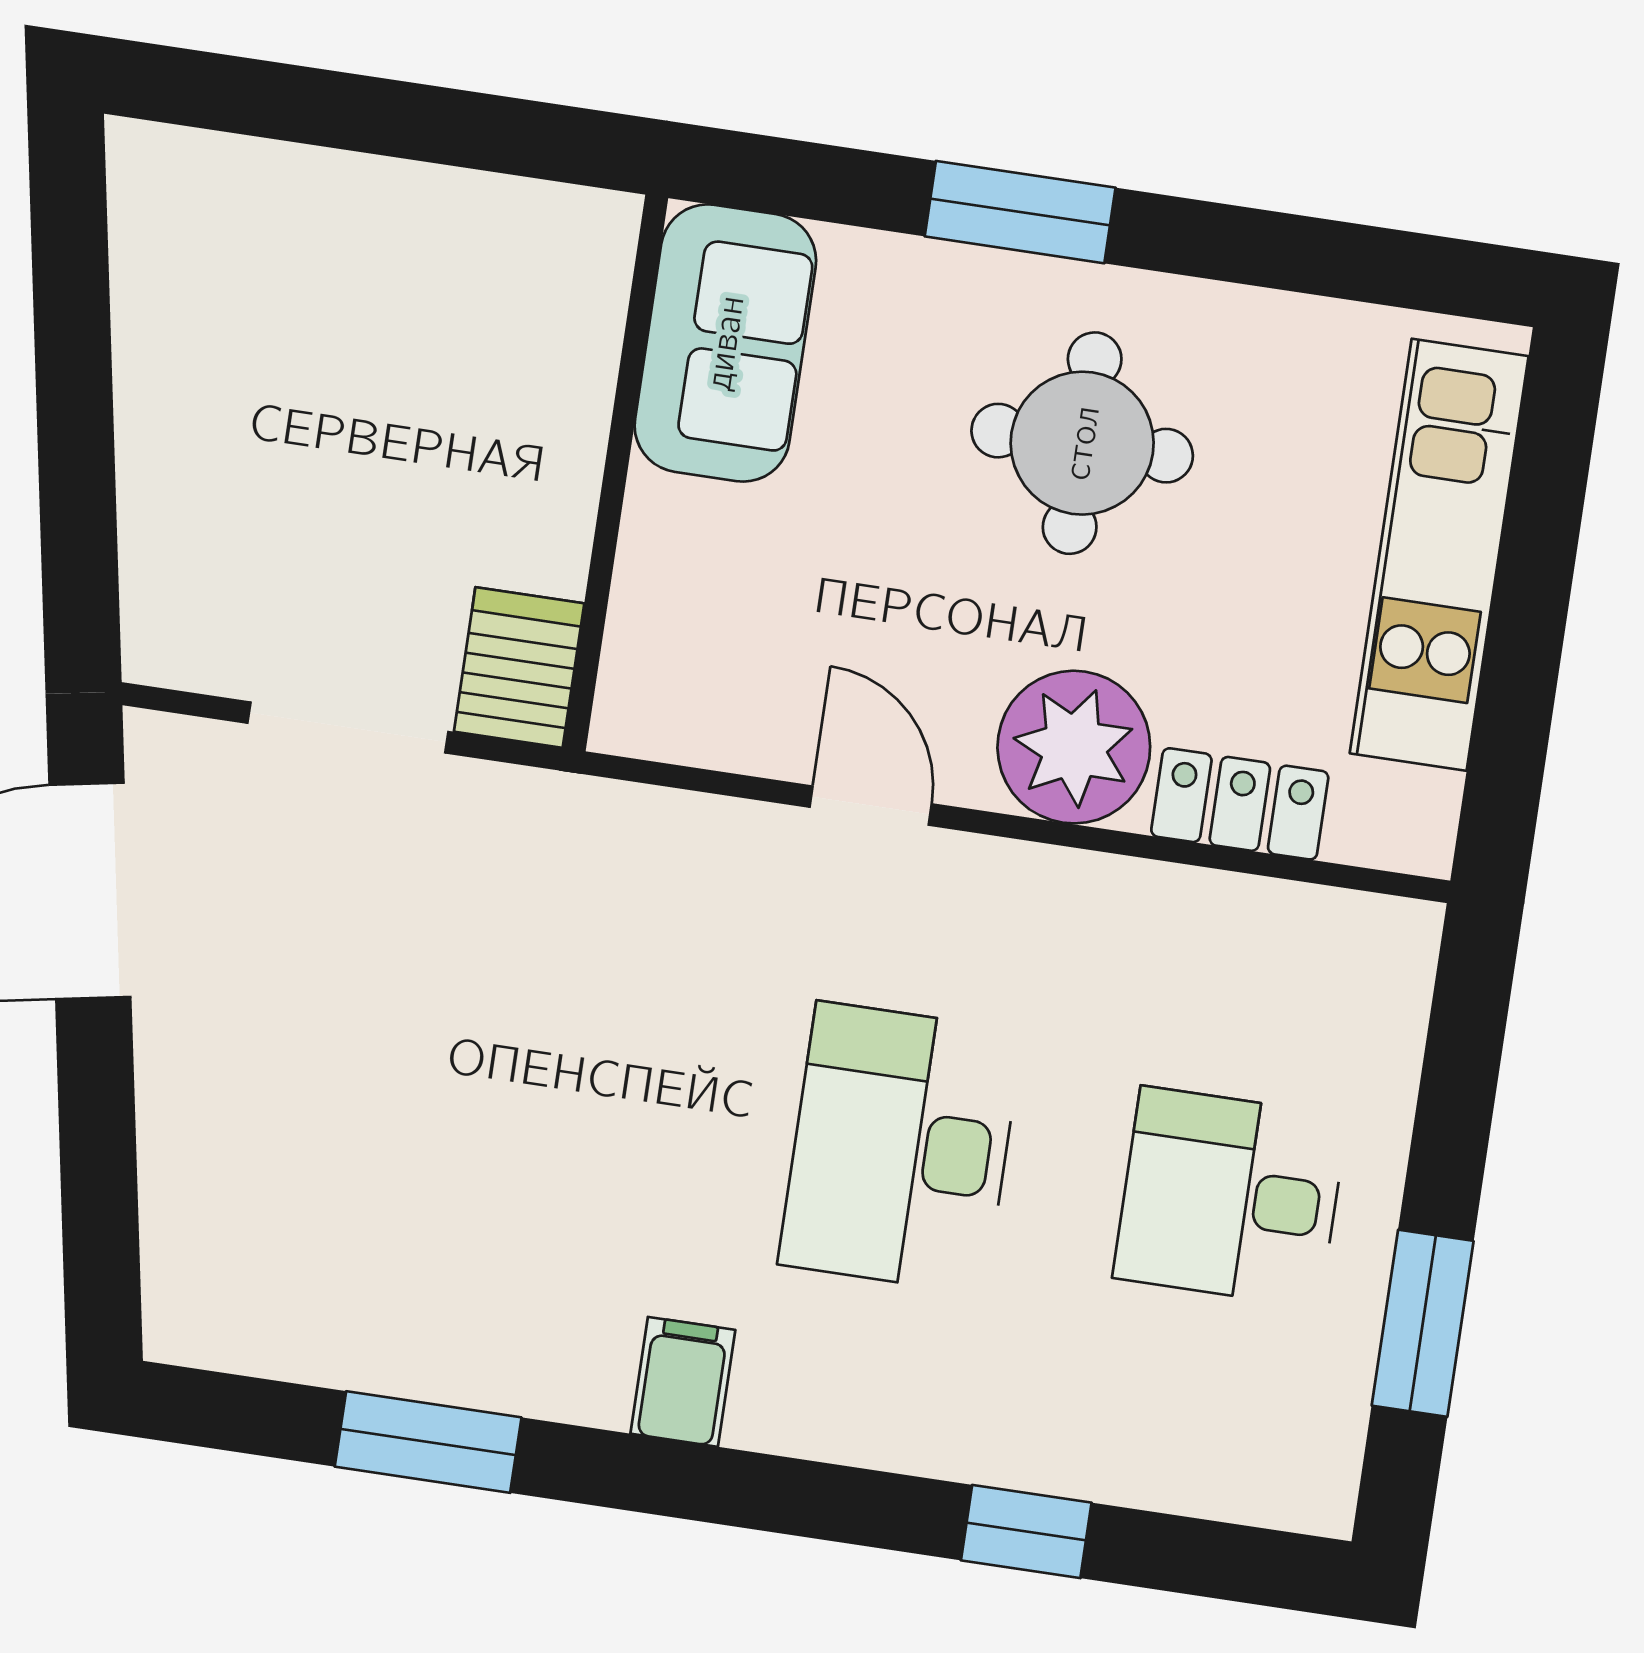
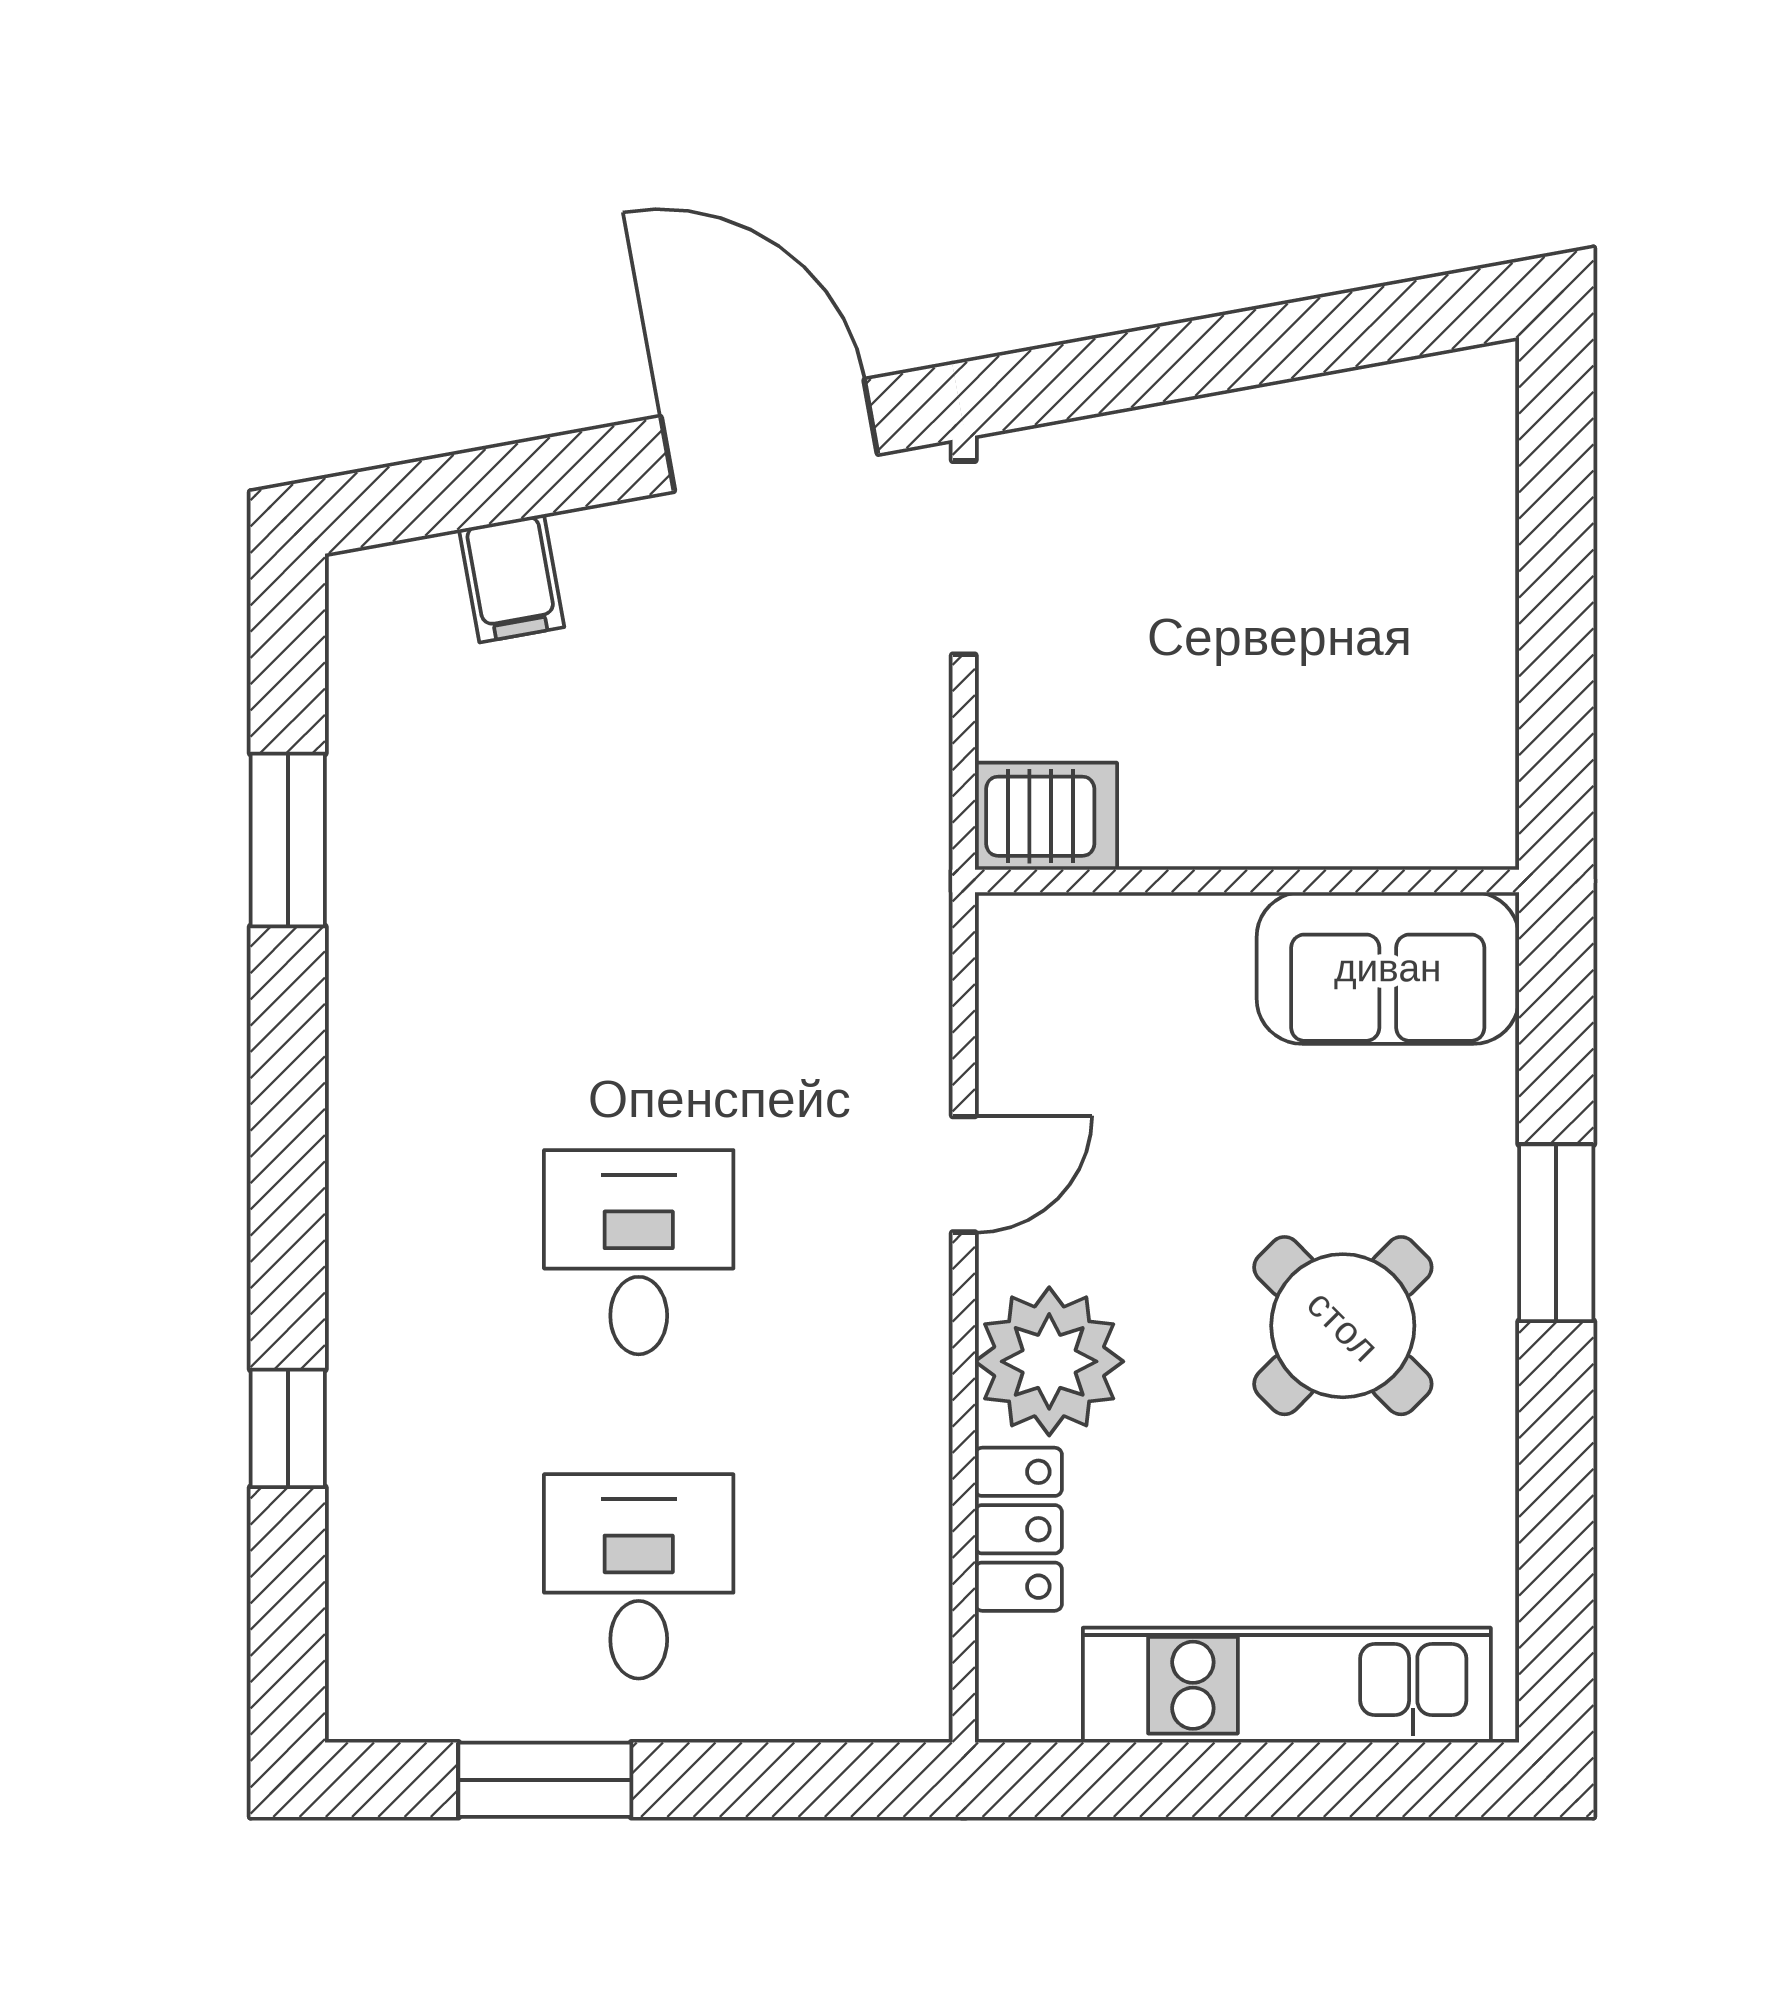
round table: (1082, 443) -> (1343, 1326), turned 45
doorway: (348, 727) -> (964, 558), moved
desk: (901, 1148) -> (639, 1252), width x0.73
filing cabinet: (683, 1382) -> (512, 578), moved, turned 80

